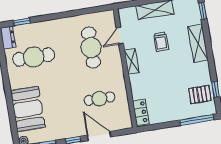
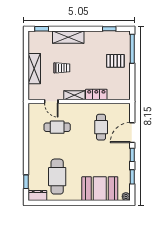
cafe table: (91, 48) -> (57, 127), width x0.73, depth x0.74
pallet: (200, 94) -> (115, 61), moved, turned 90
locker: (141, 112) -> (96, 95), moved

